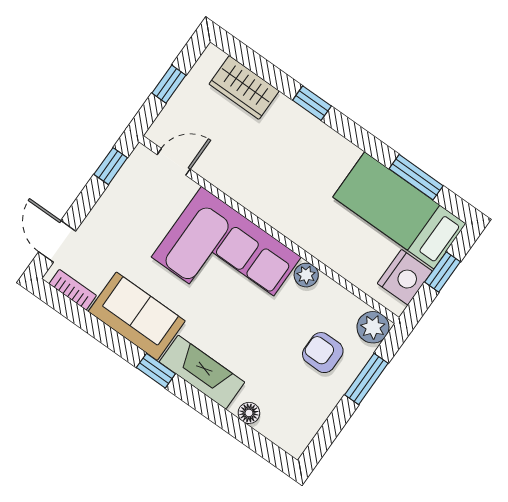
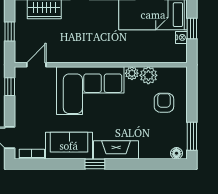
nightstand: (405, 277) -> (181, 37), width x0.53, depth x0.56
plant: (373, 327) -> (148, 75), moved
armchair: (323, 353) -> (164, 103), turned 90
window: (366, 379) -> (192, 136), moved
floor lamp: (249, 413) -> (176, 153), moved

